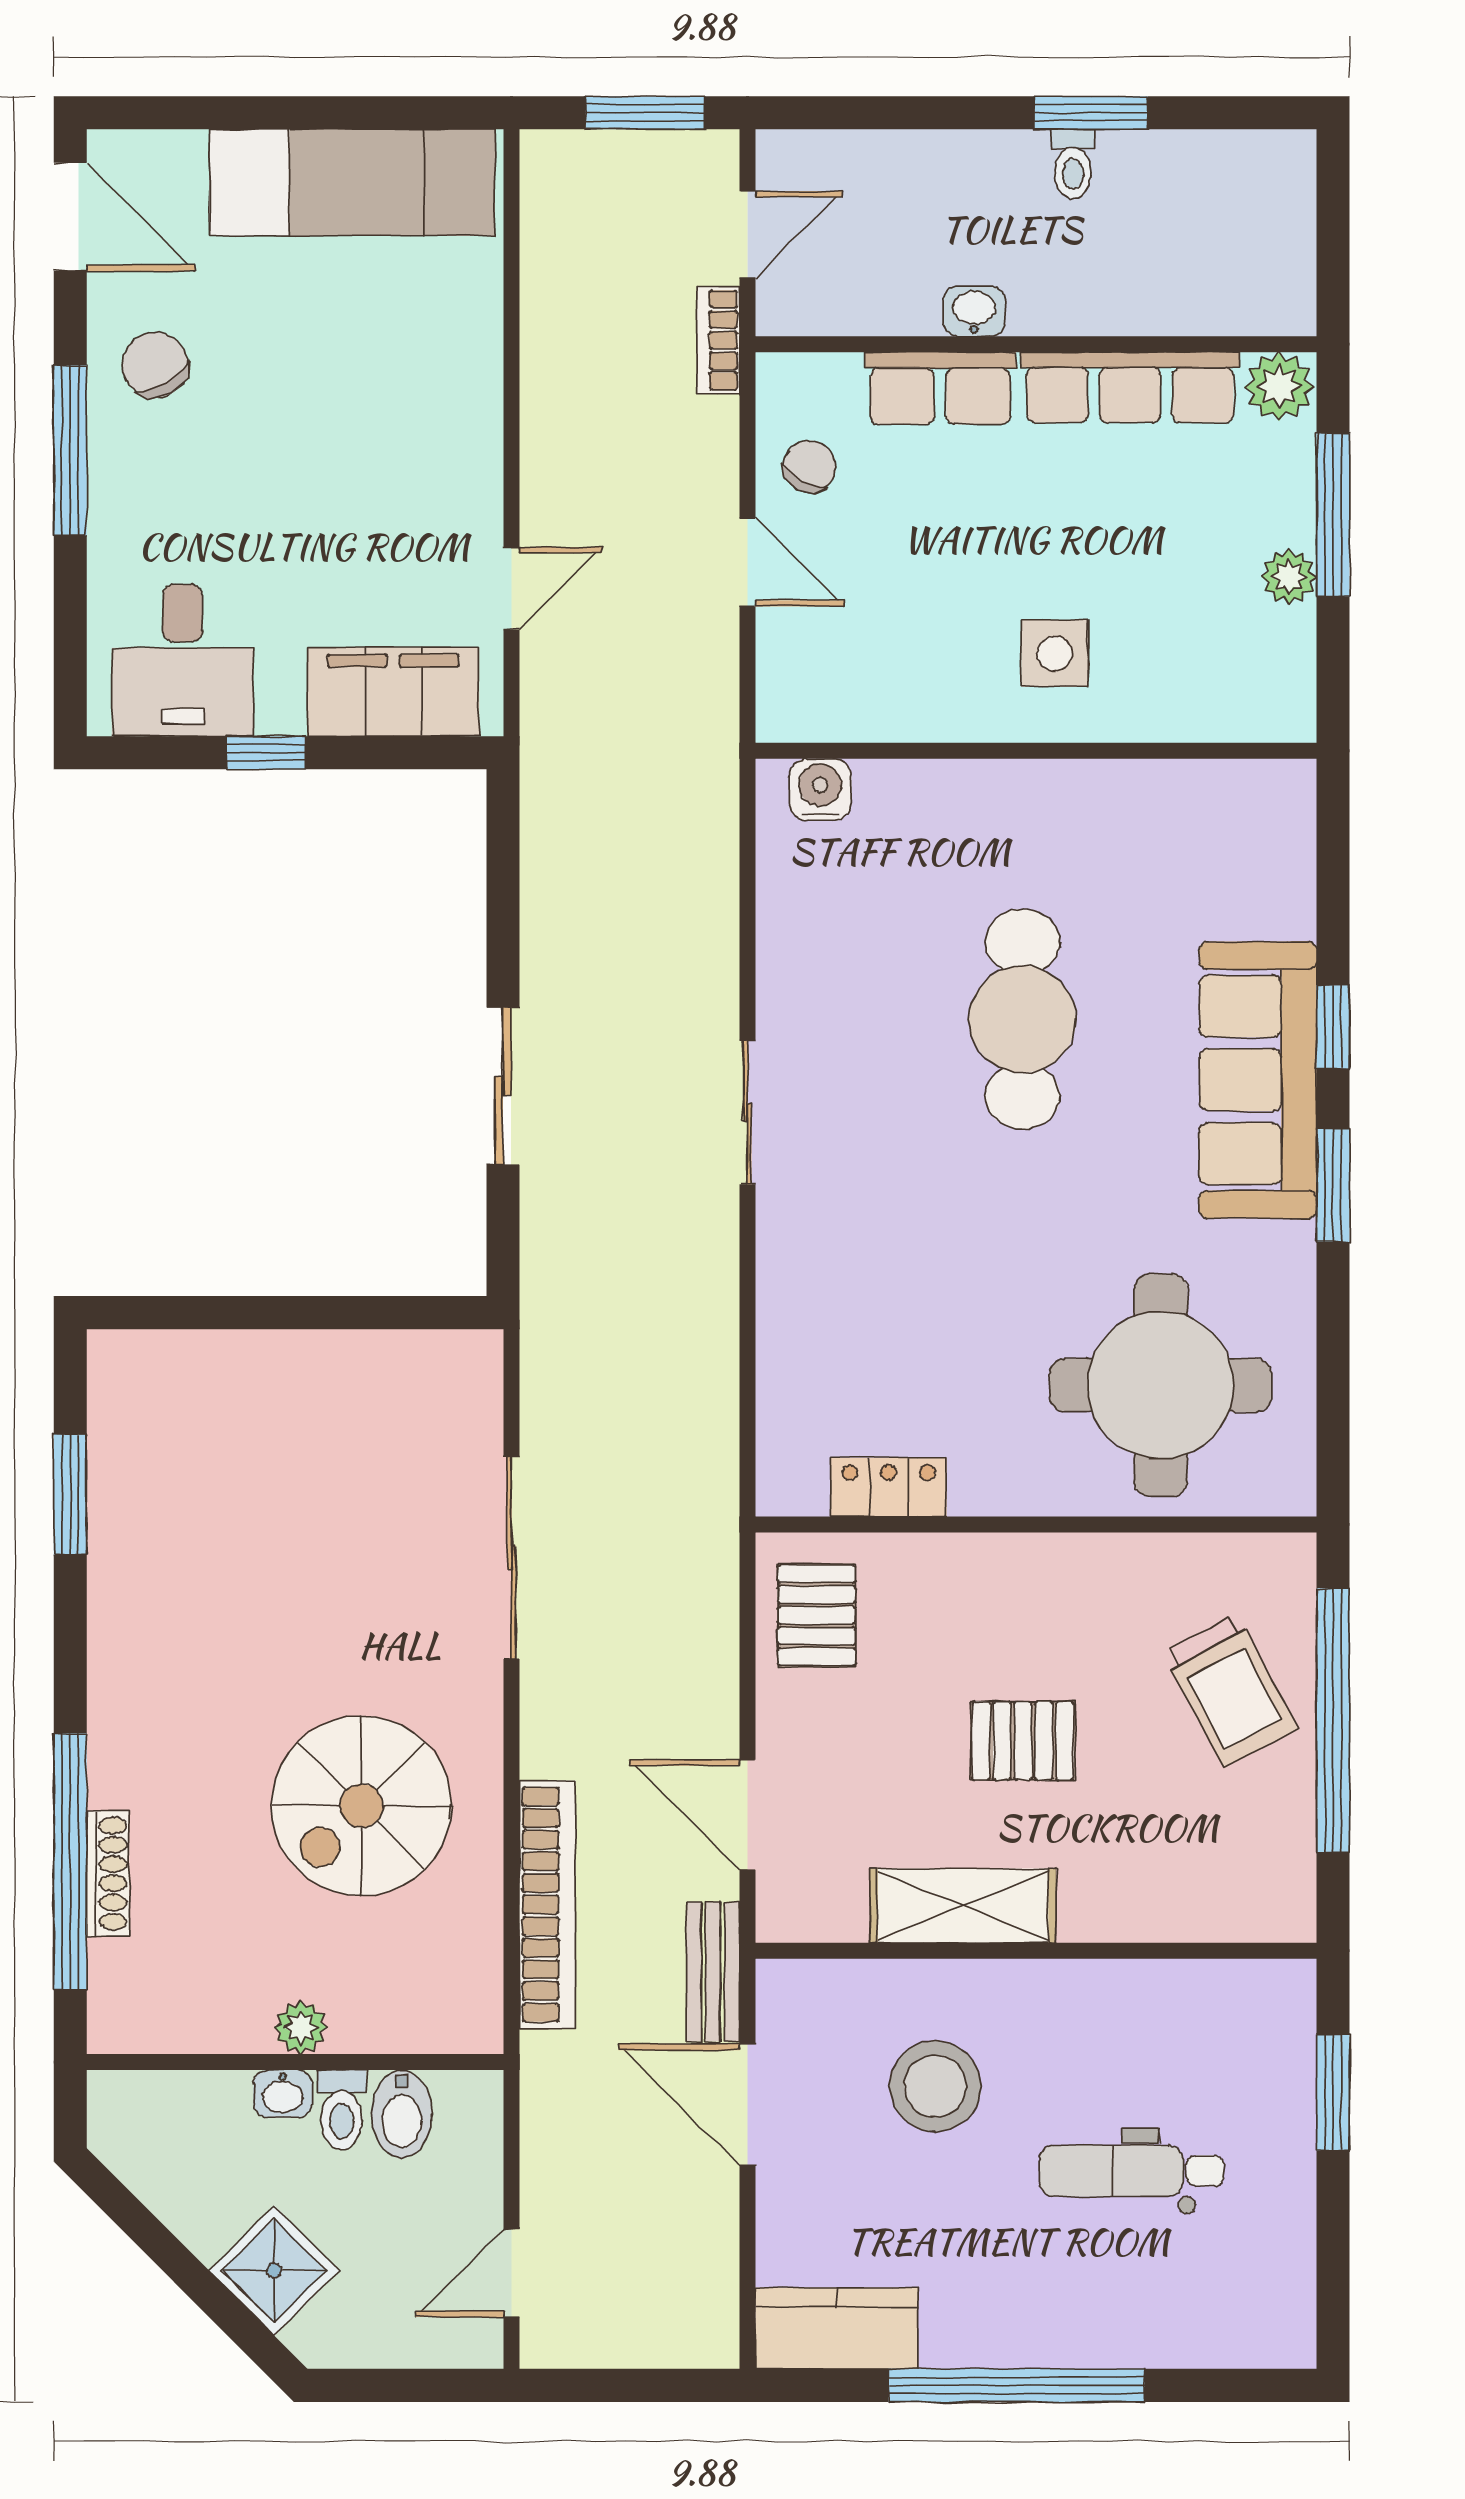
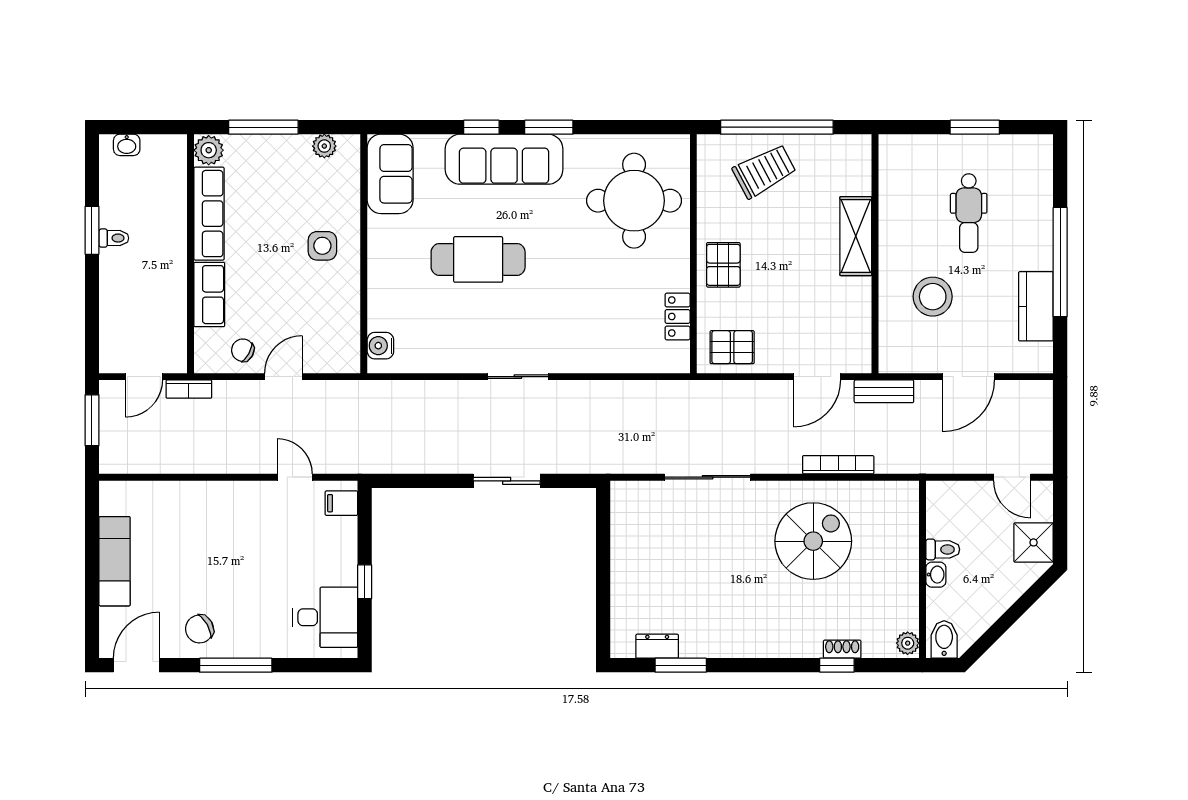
exam couch: (352, 182) -> (115, 561), width x0.73, depth x0.69
door: (747, 235) -> (144, 377), swing flipped
washbasin: (974, 311) -> (127, 145), moved, turned -90
plant: (1289, 577) -> (324, 146), moved
filing cabinet: (393, 692) -> (341, 503), width x0.33, depth x0.86
sofa: (1224, 812) -> (390, 174), added
dresser: (115, 1439) -> (657, 646), added
pallet: (1023, 1741) -> (723, 265), moved
spiral stairs: (361, 1806) -> (813, 541), turned -90
window: (70, 1861) -> (837, 665), width x0.32
shoe rack: (108, 1874) -> (842, 649), width x0.70
bookcase: (547, 1904) -> (838, 465), width x0.68, depth x0.76
shelving: (963, 1906) -> (856, 236), moved
plant: (301, 2027) -> (908, 643), moved
window: (1333, 2092) -> (975, 127), moved
door: (747, 2105) -> (969, 377), moved
bidet: (402, 2114) -> (944, 639), moved, turned -90
shower: (274, 2271) -> (1034, 542), moved, turned 45
kitchen counter: (837, 2328) -> (1036, 306), moved

